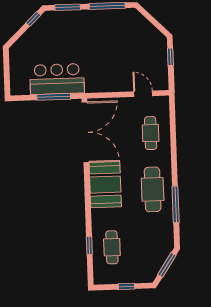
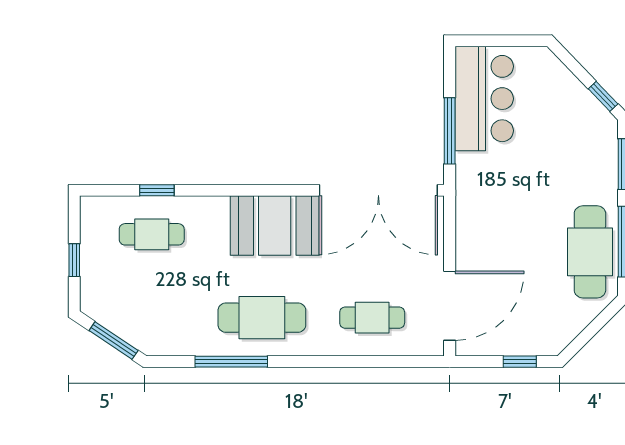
cafe table: (113, 23) -> (590, 252), added
bar counter: (57, 79) -> (484, 99), moved
door: (143, 94) -> (450, 306), width x1.87

